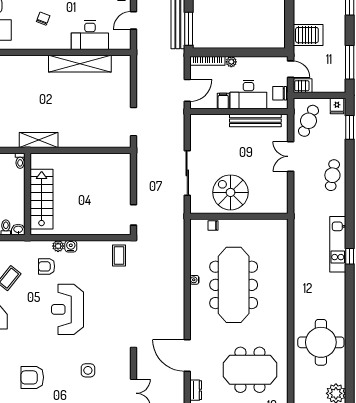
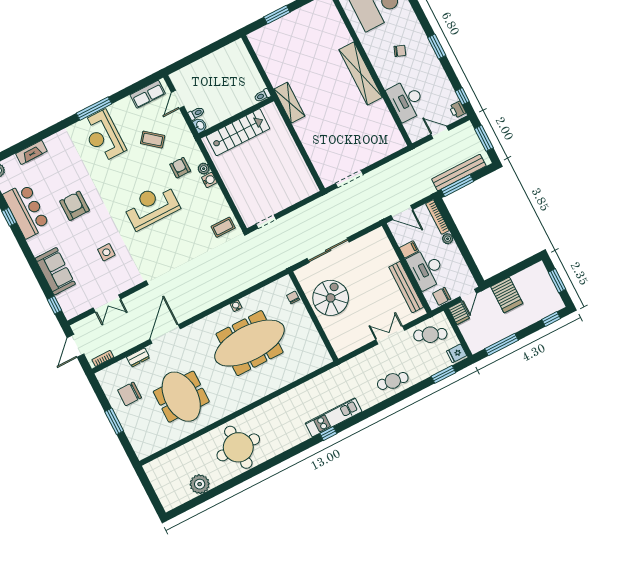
shelving: (80, 64) -> (361, 73), moved
chair: (280, 93) -> (442, 296), turned -90

